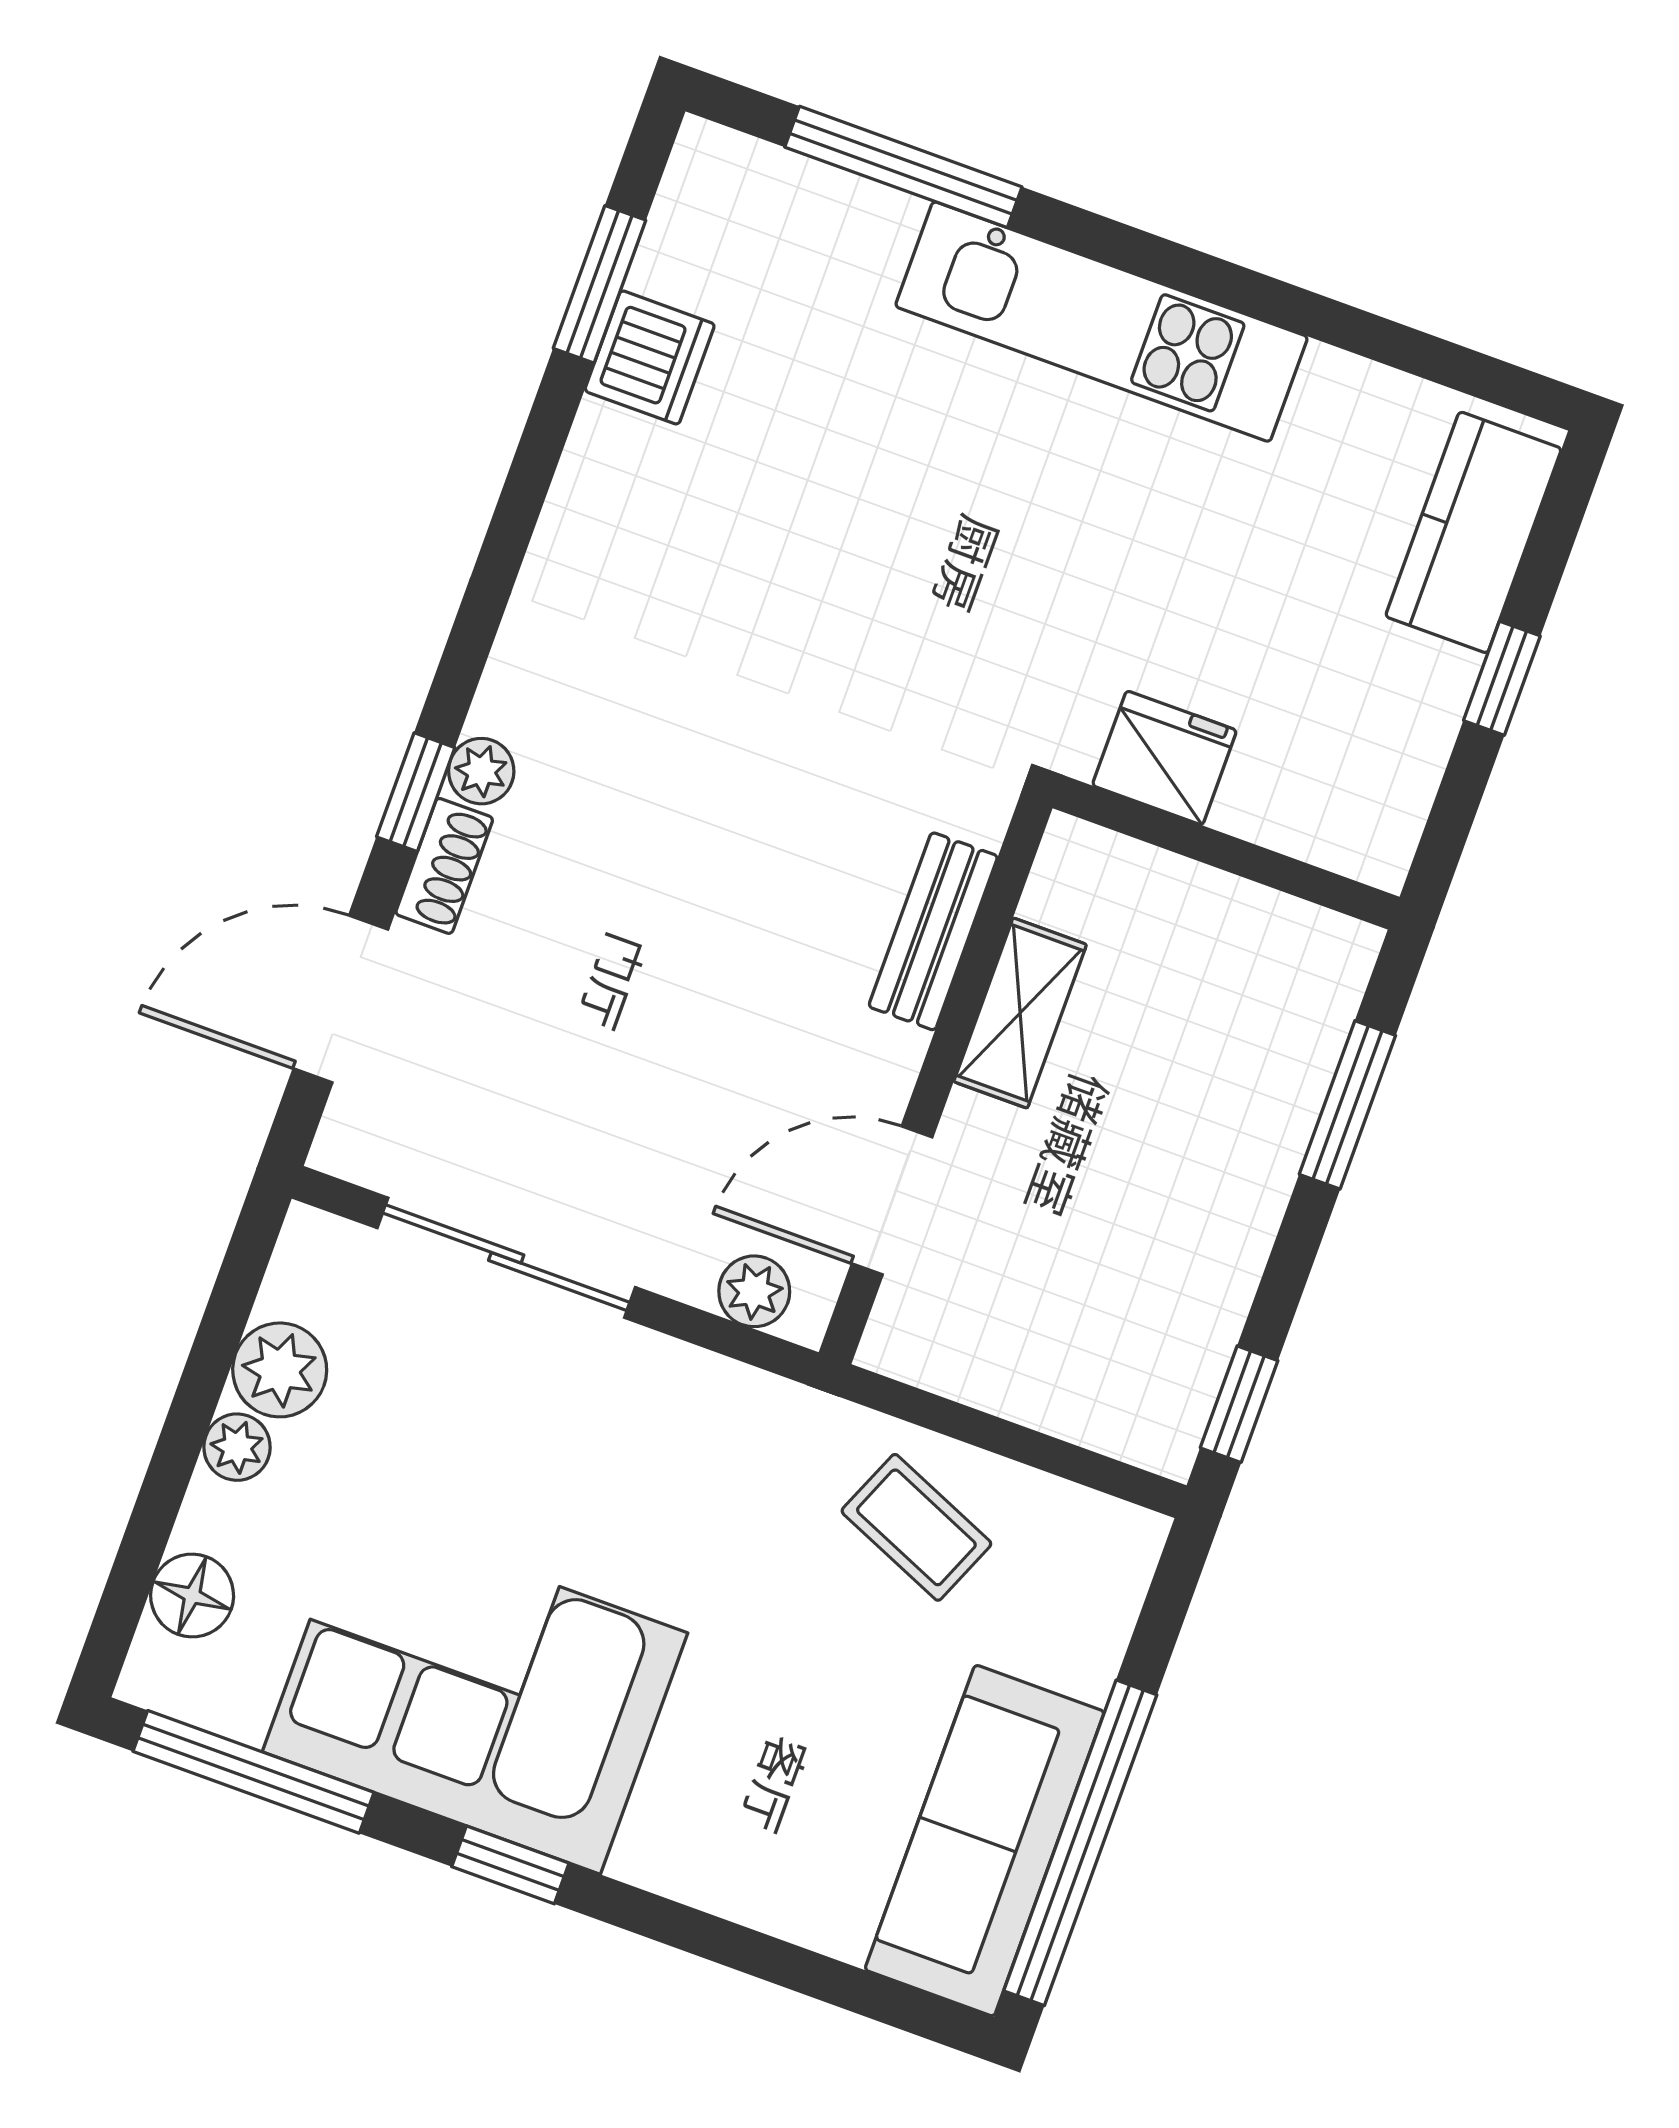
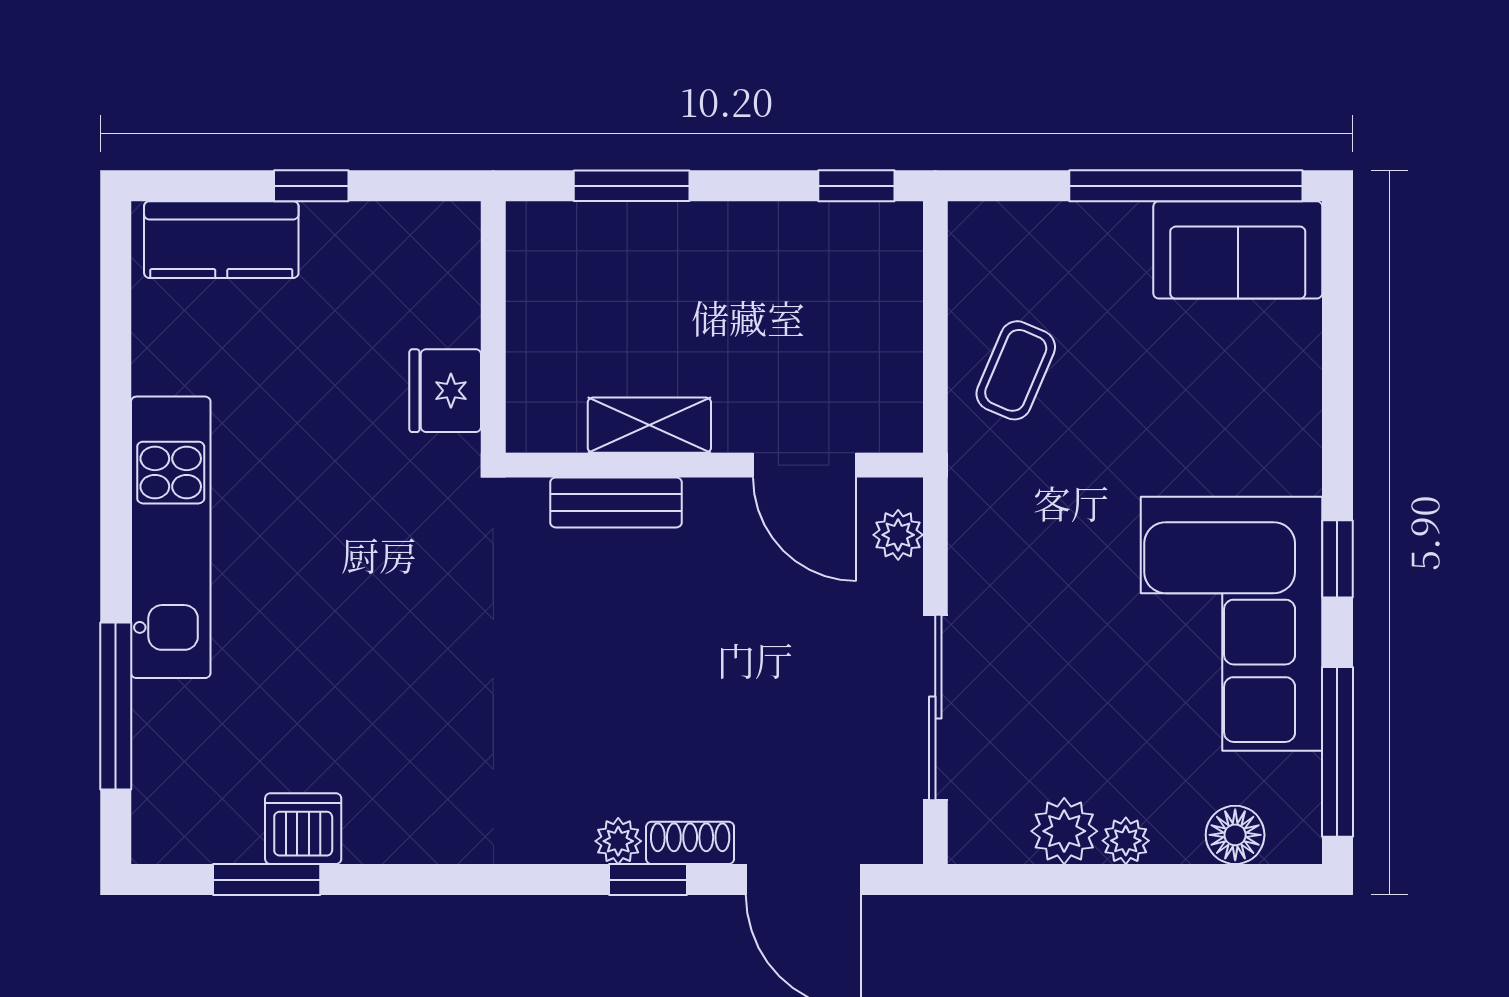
sofa: (985, 1841) -> (1238, 250), width x0.73

